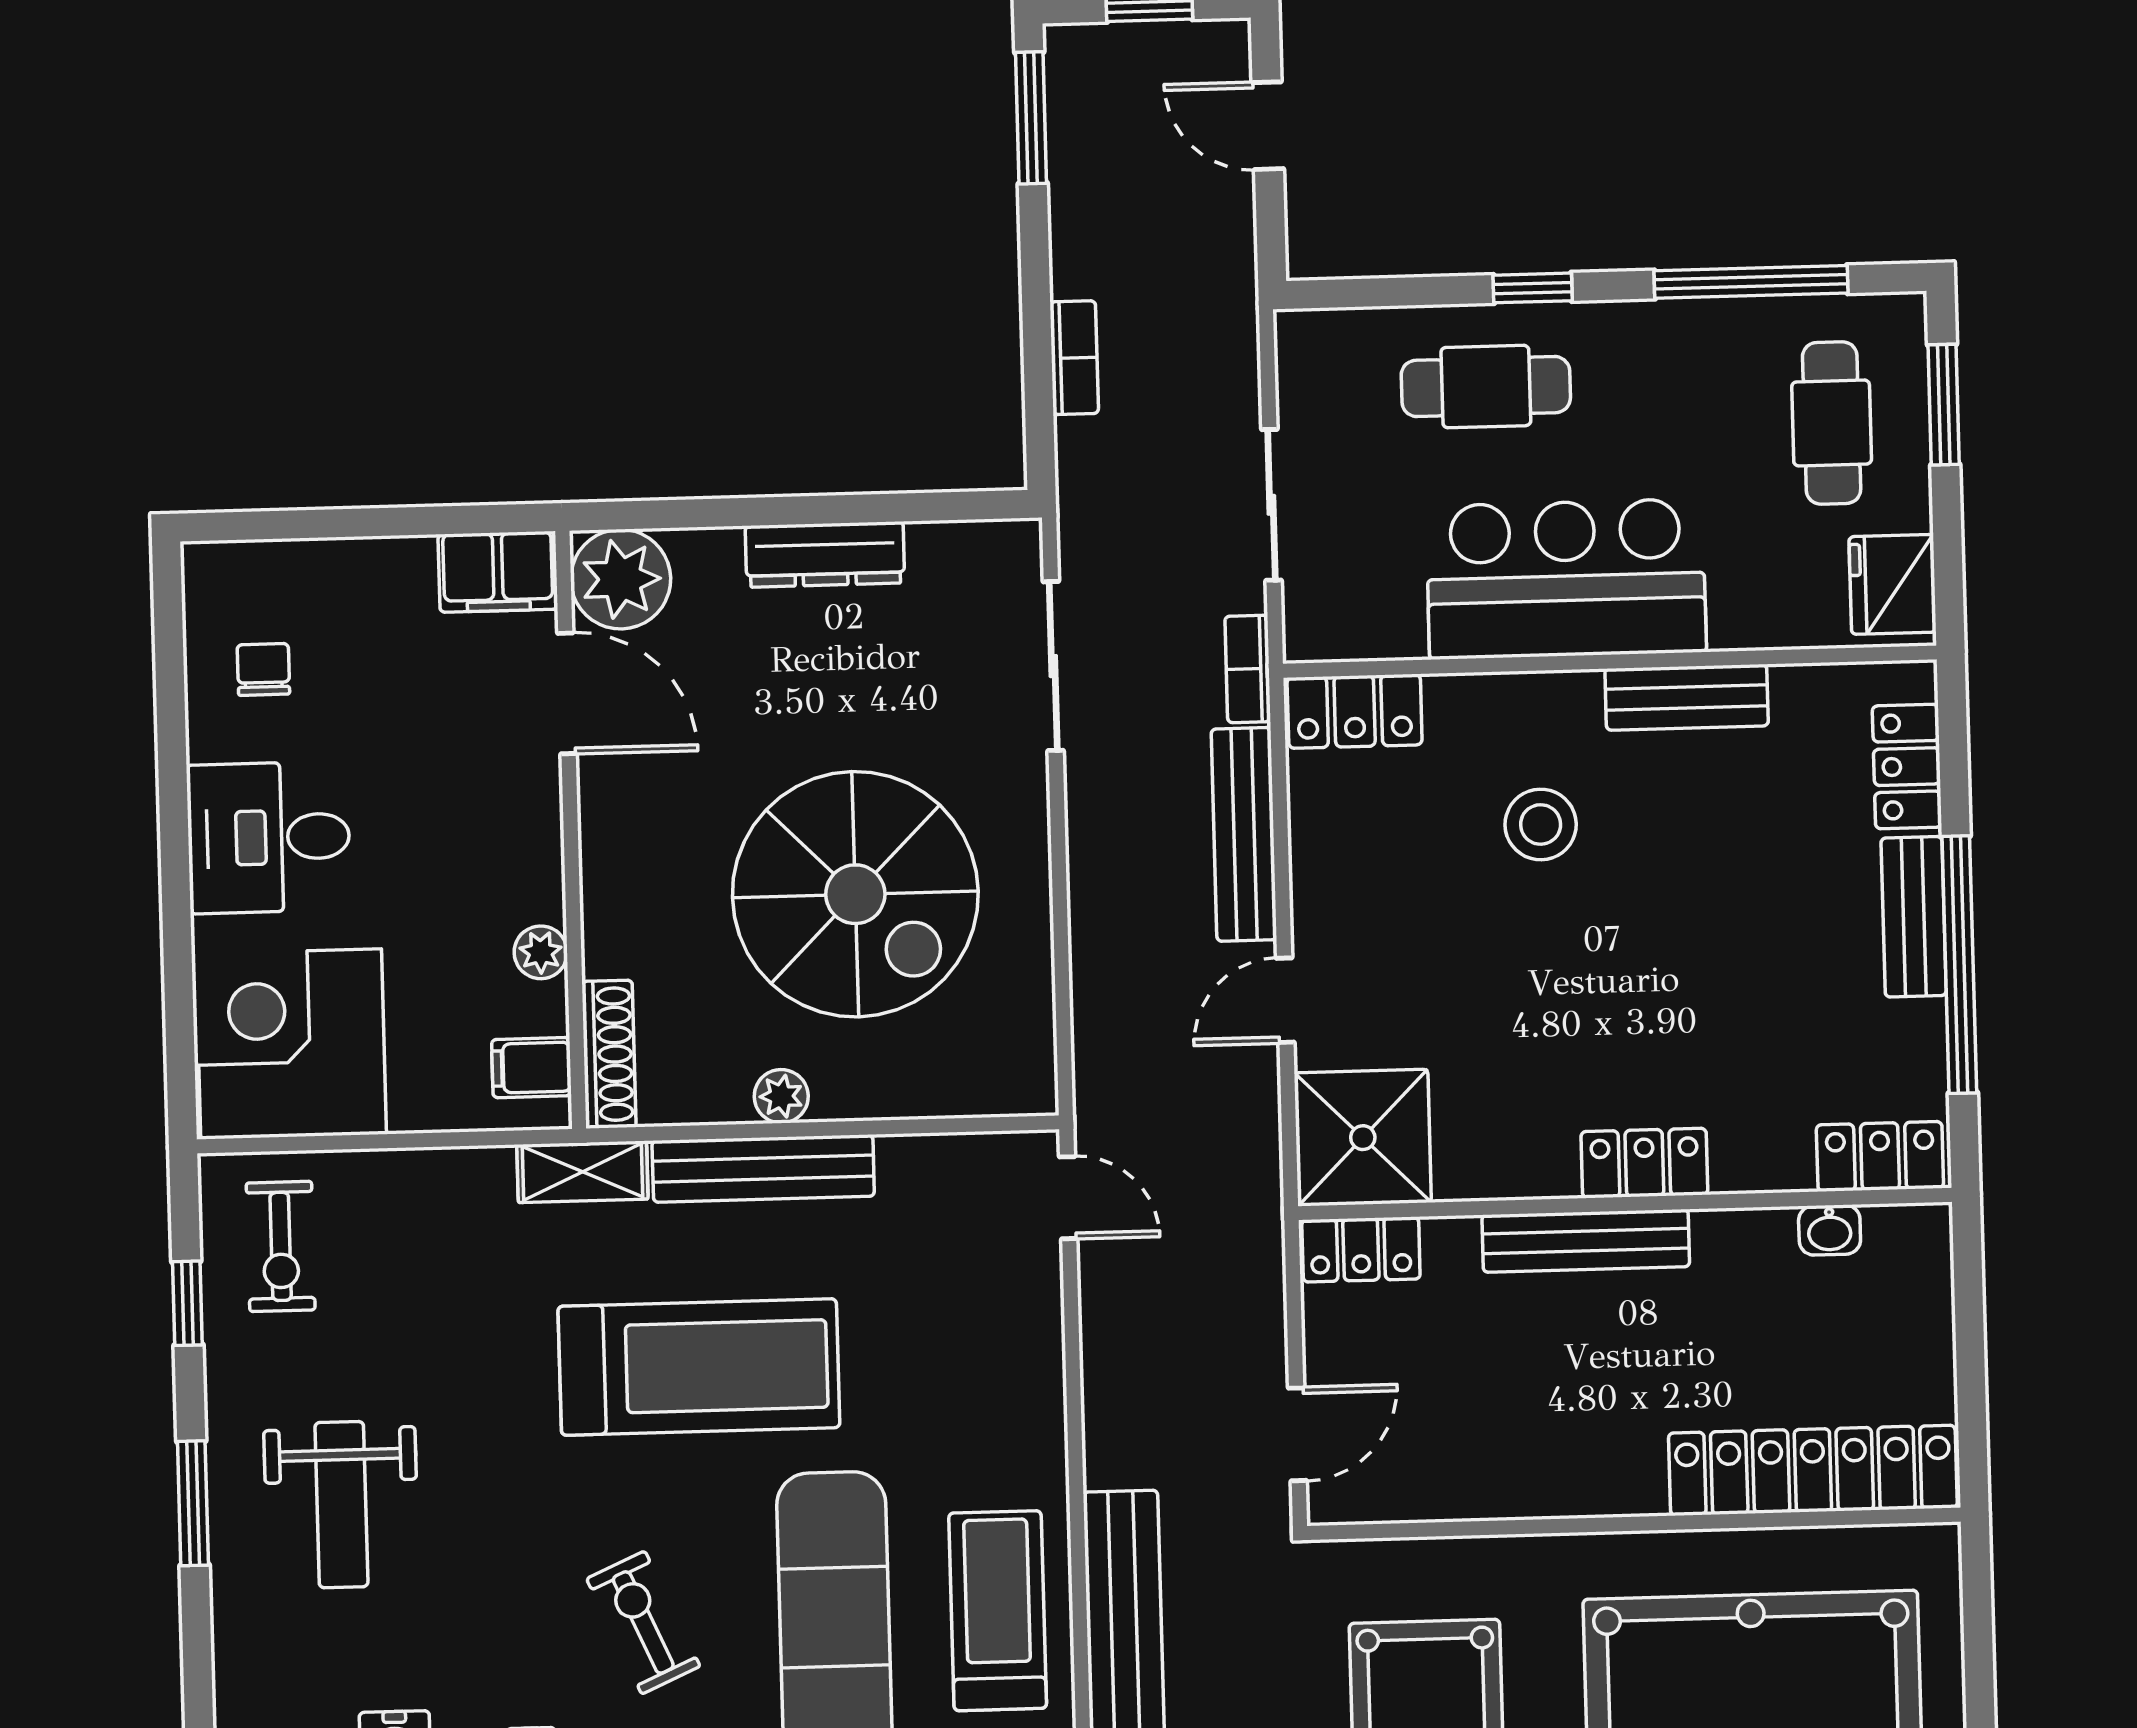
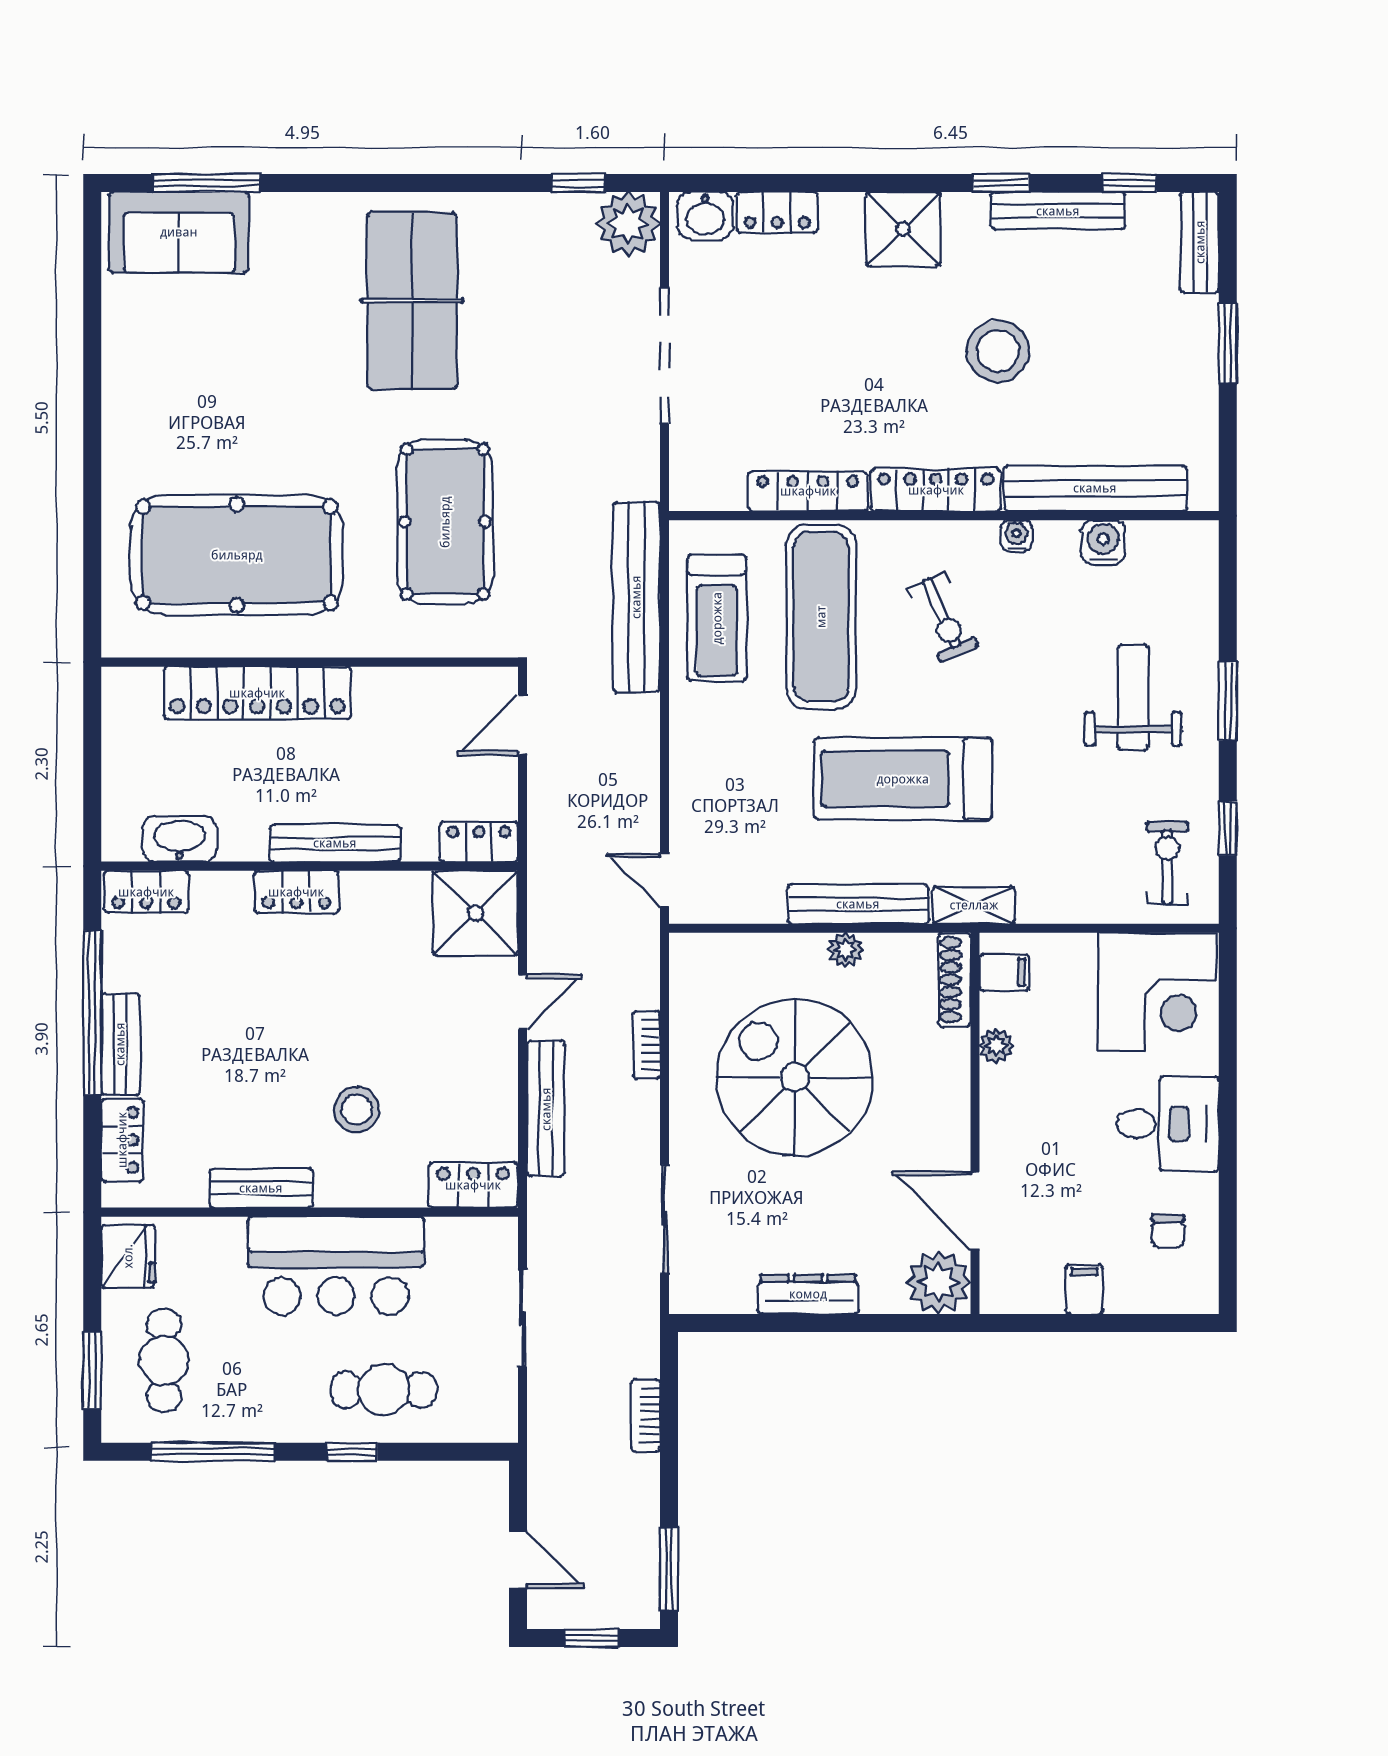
filing cabinet: (498, 572) -> (1084, 1289), moved, width x0.50
bookcase: (1248, 669) -> (646, 1045), moved, turned 180
washbasin: (1830, 1230) -> (180, 839), width x1.91, depth x1.45
locker: (1813, 1470) -> (257, 693), moved

